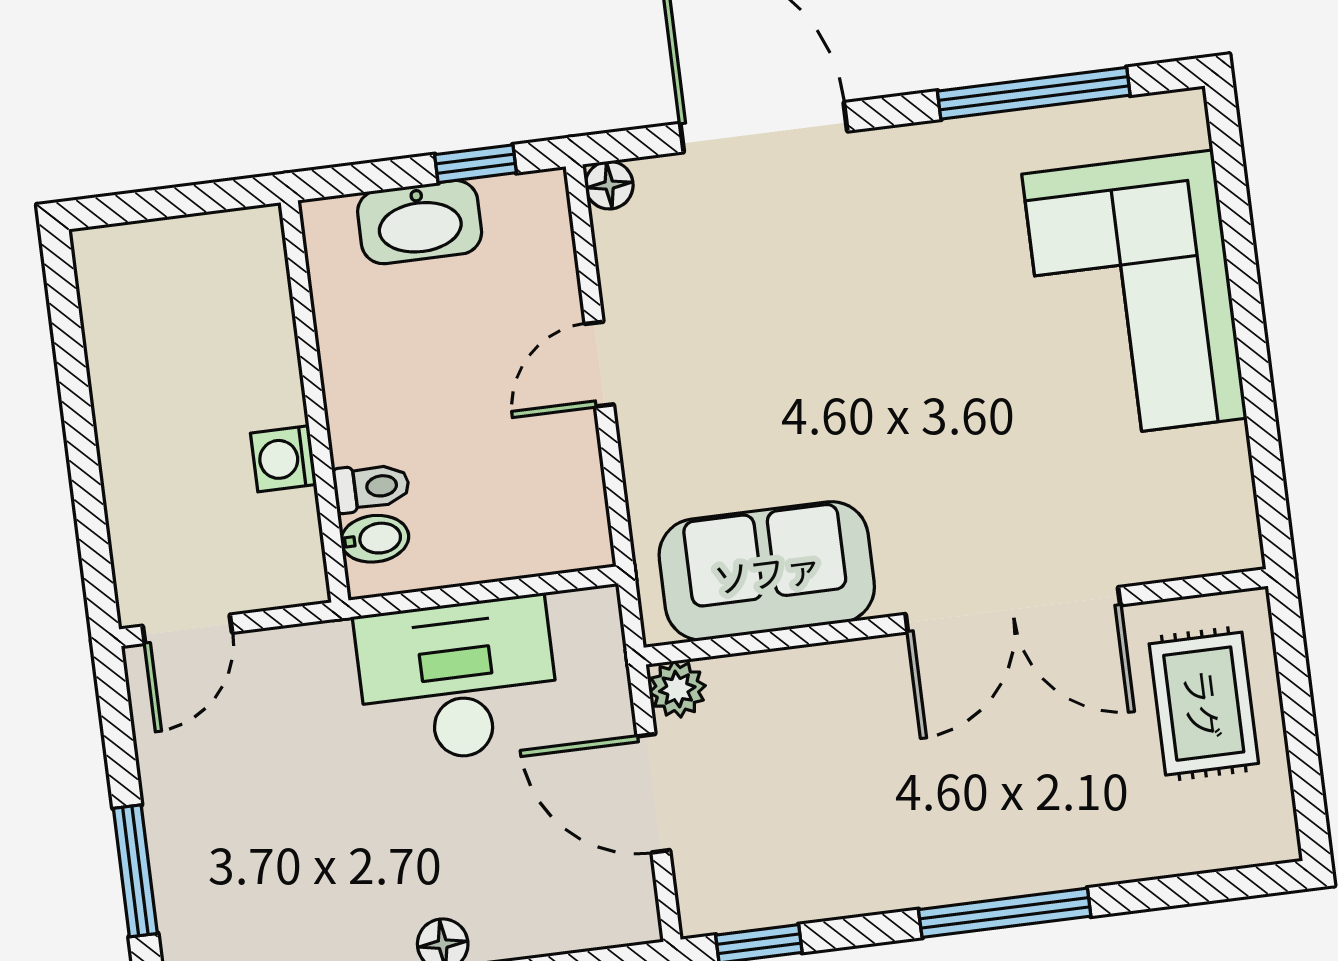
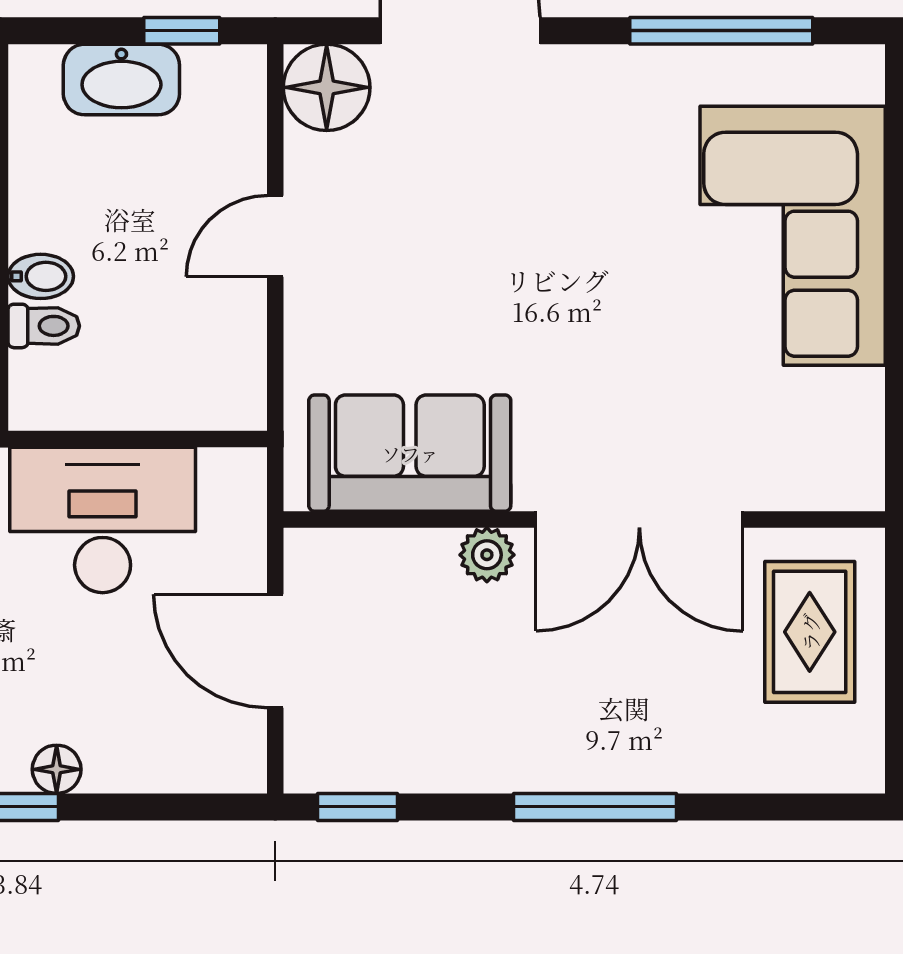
floor lamp: (609, 185) -> (327, 87), width x1.89, depth x1.89
bidet: (375, 539) -> (41, 276), moved
plant: (677, 689) -> (487, 555), moved

